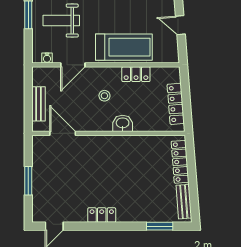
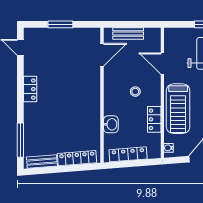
water cooler: (47, 58) -> (169, 148), moved
washbasin: (123, 123) -> (111, 124), moved
window: (160, 226) -> (20, 140), width x1.44

